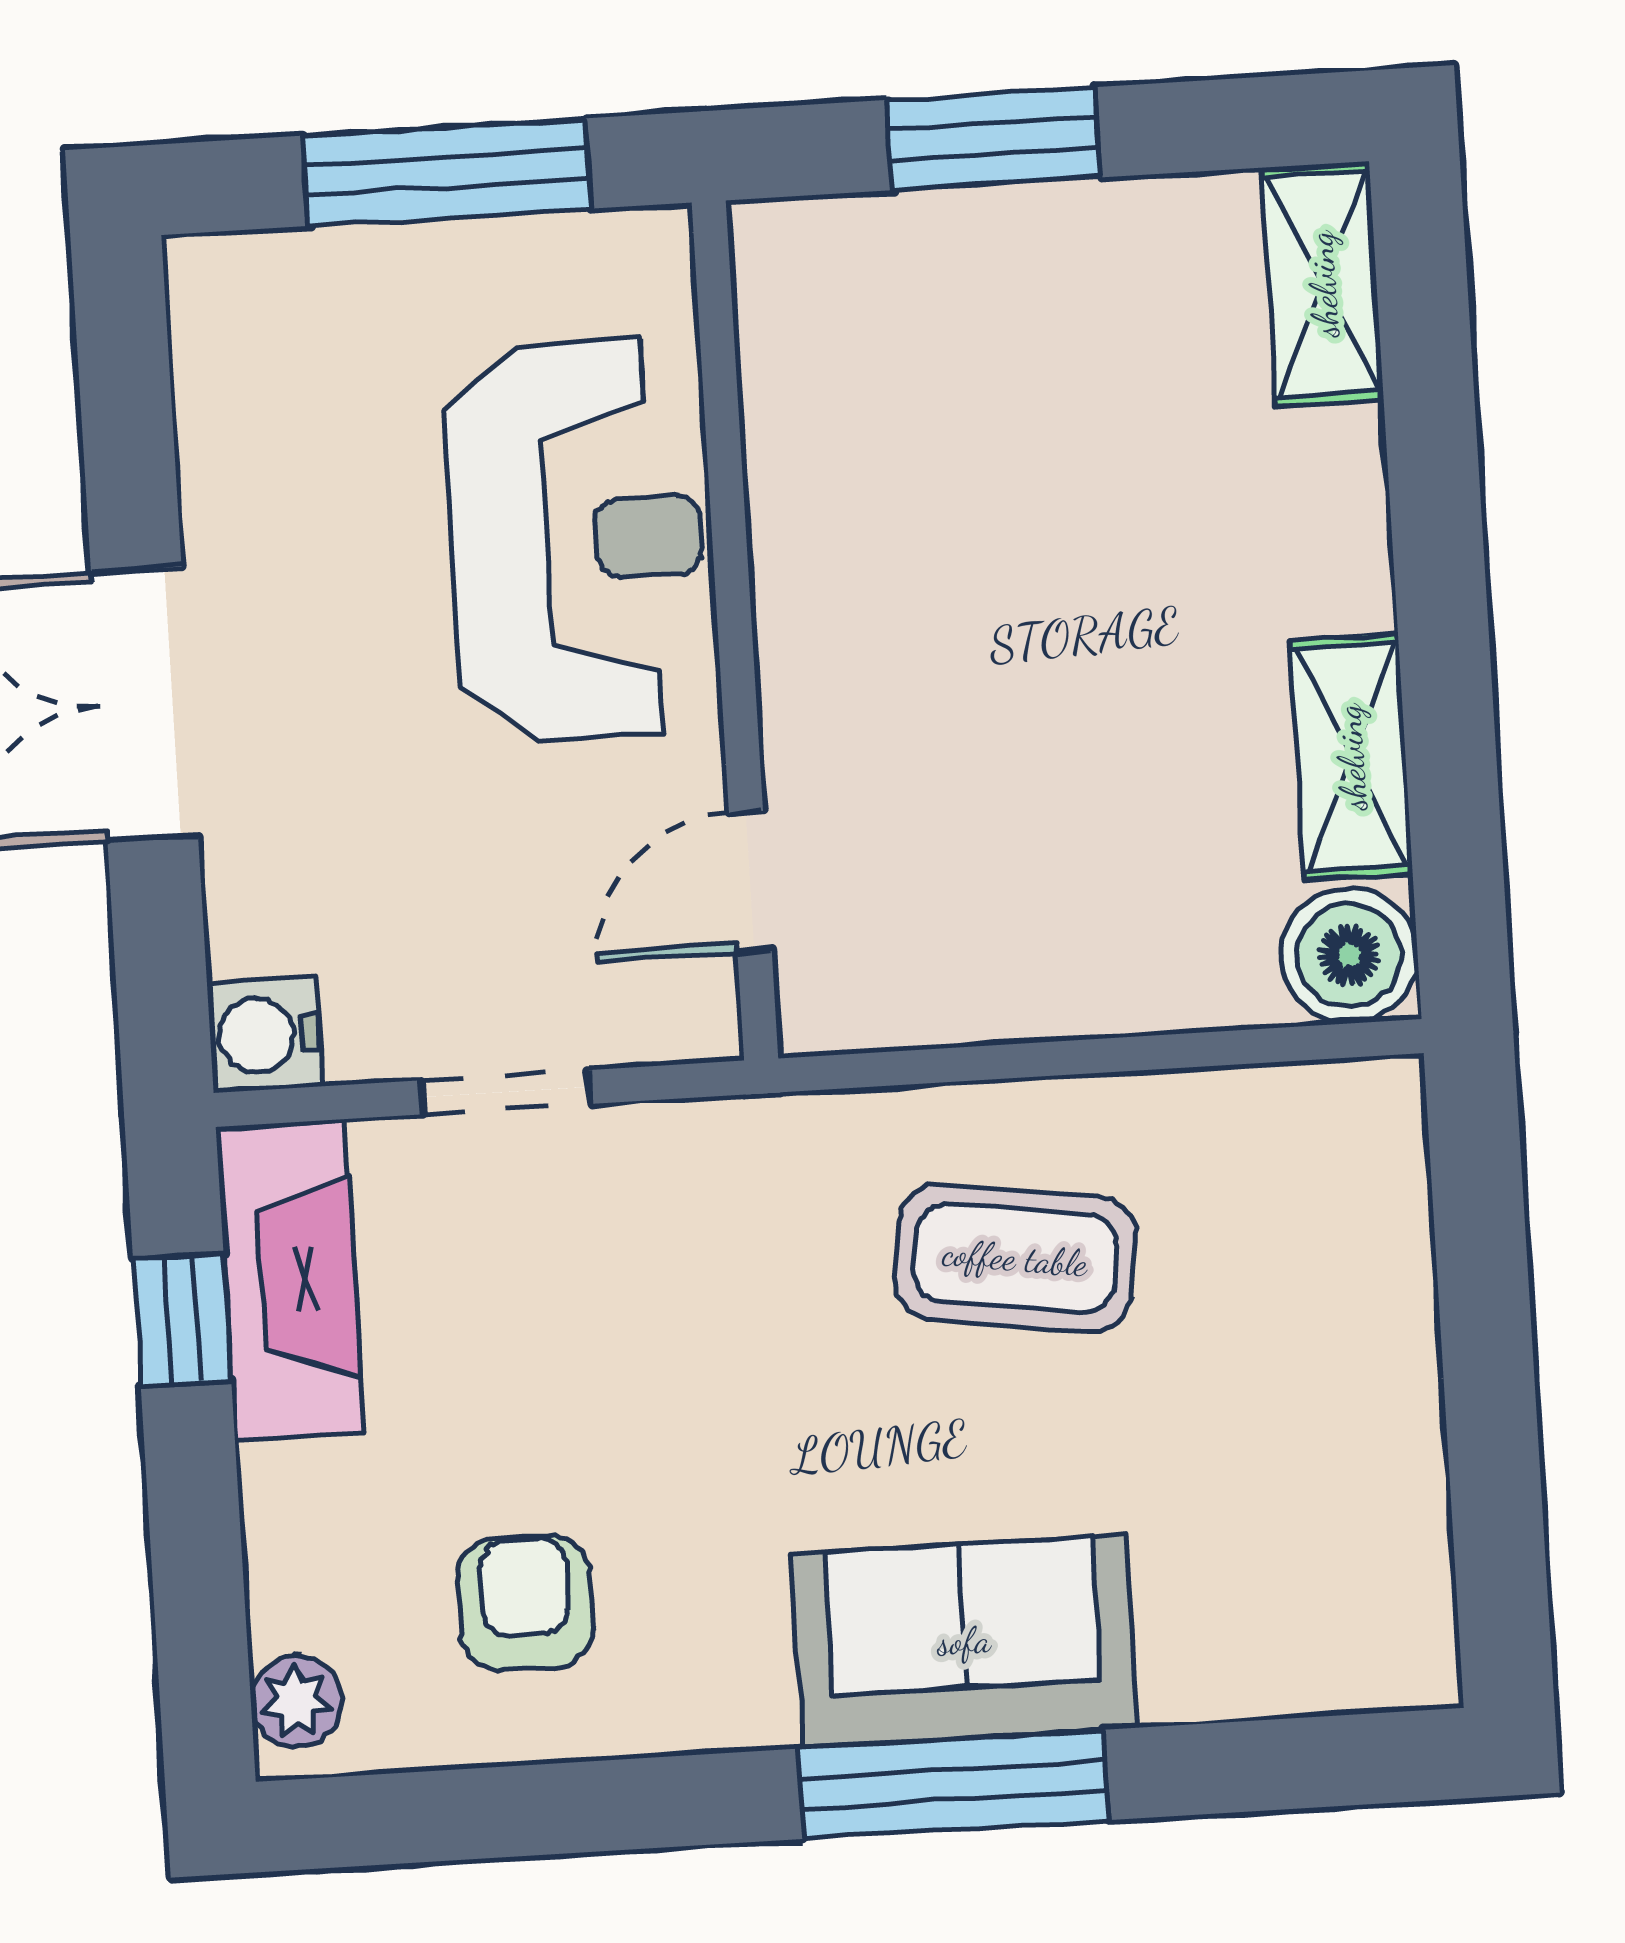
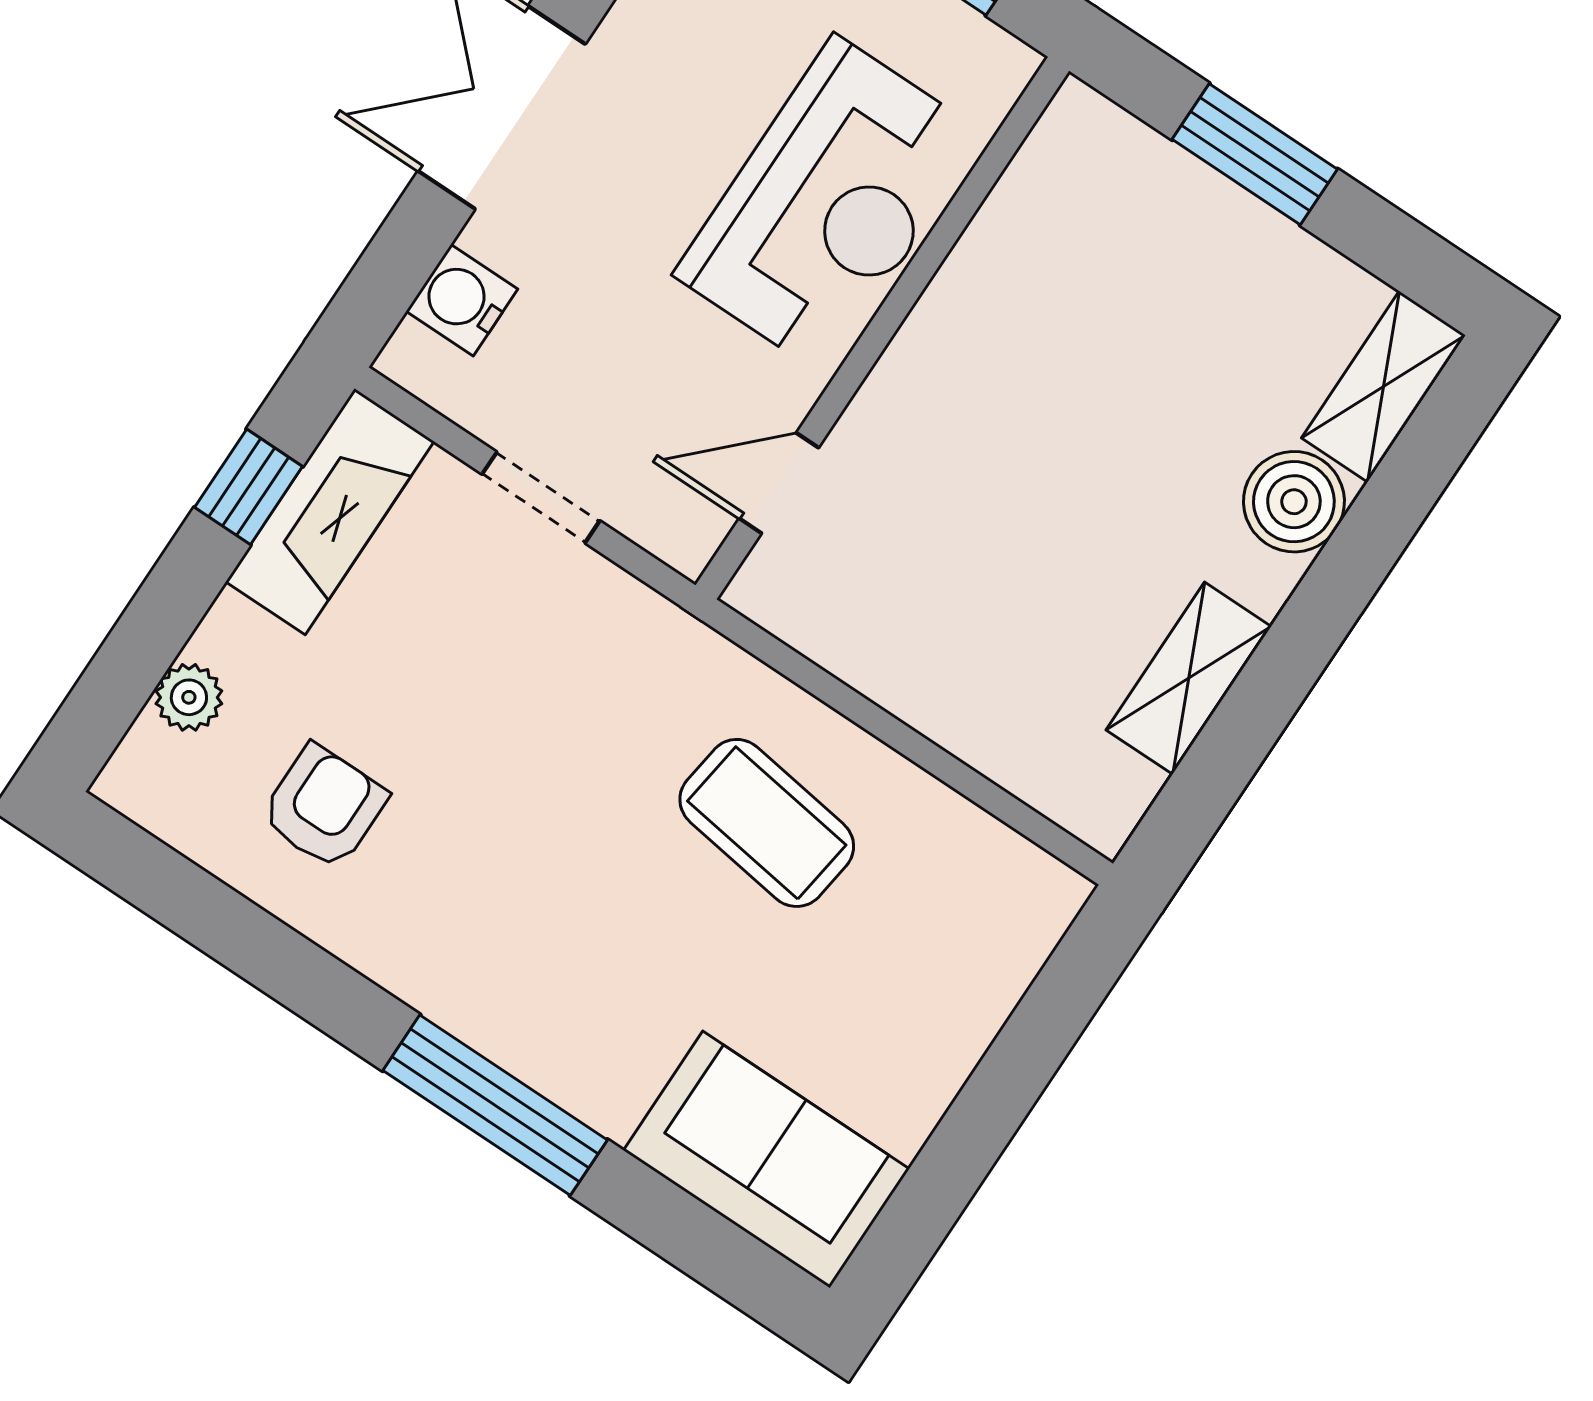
boiler: (1349, 955) -> (1294, 502), moved
water cooler: (265, 1035) -> (462, 300), moved
sofa: (964, 1641) -> (766, 1160), moved
plant: (296, 1701) -> (189, 697), moved

